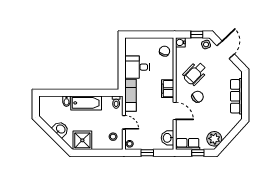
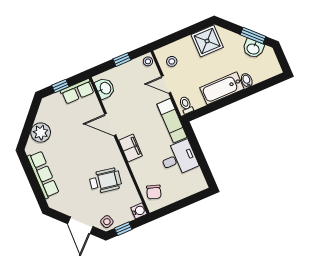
wheelchair: (195, 73) -> (105, 181), turned 56
chair: (198, 97) -> (90, 154), removed
washbasin: (61, 129) -> (253, 49), moved
window: (49, 130) -> (253, 36), added
plant: (214, 139) -> (41, 133), moved

